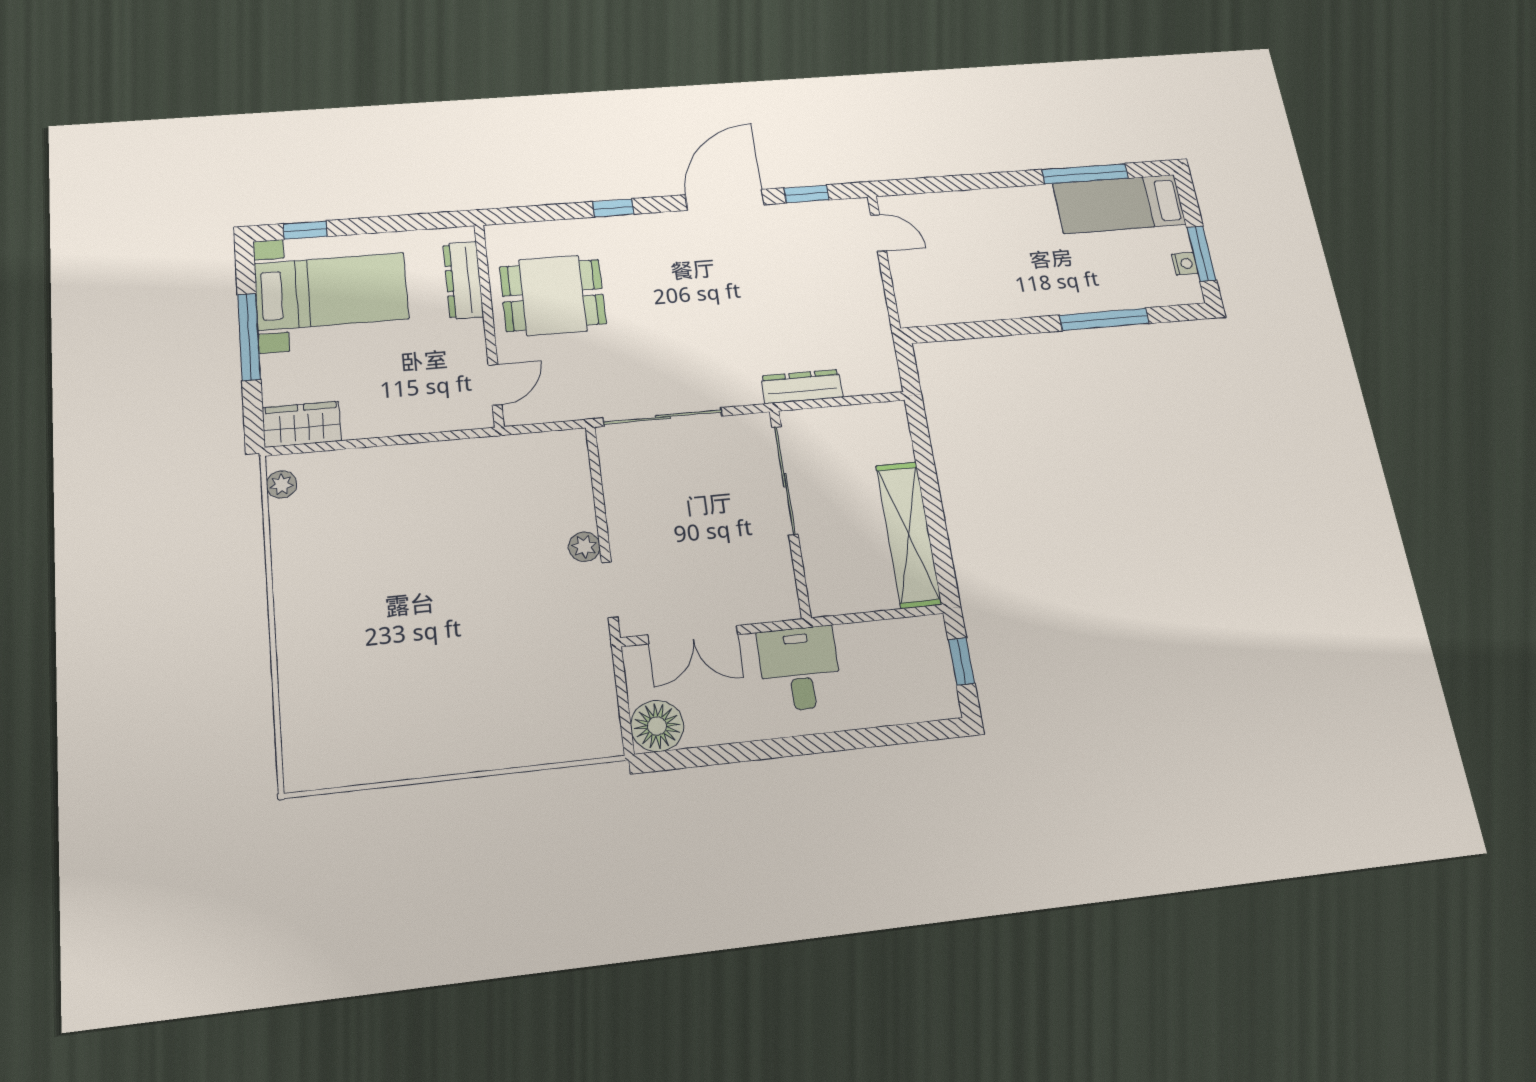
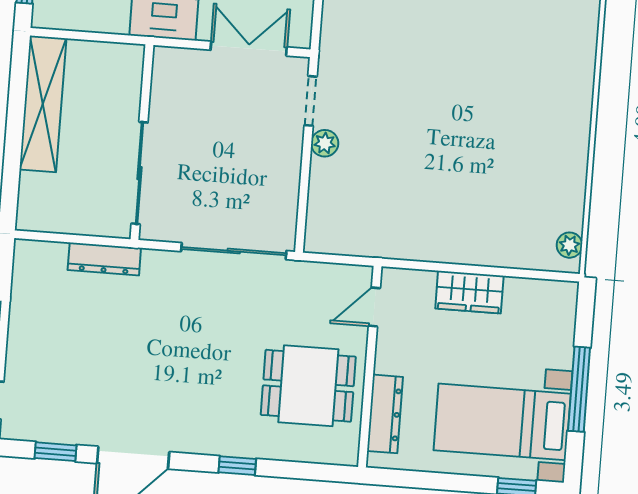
wardrobe: (302, 424) -> (469, 292), moved

